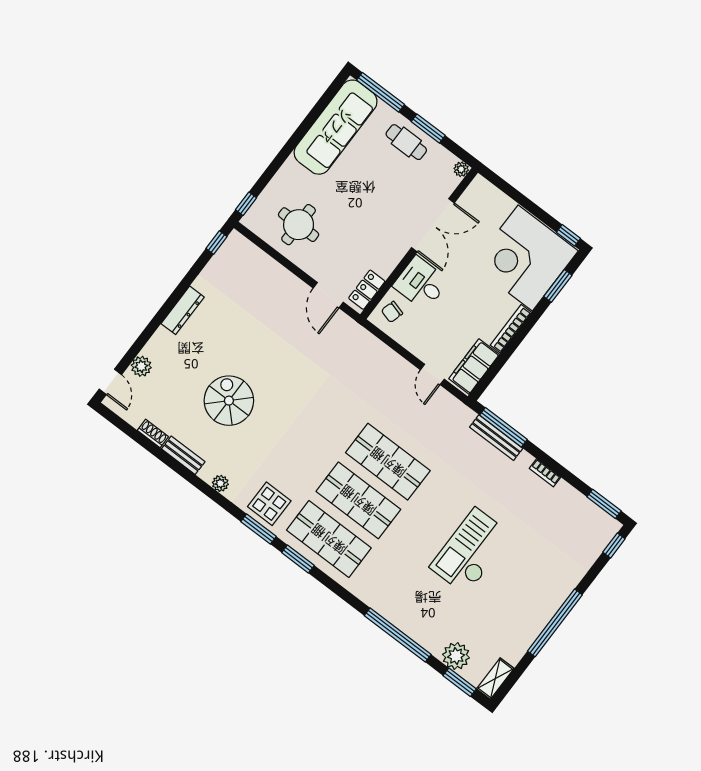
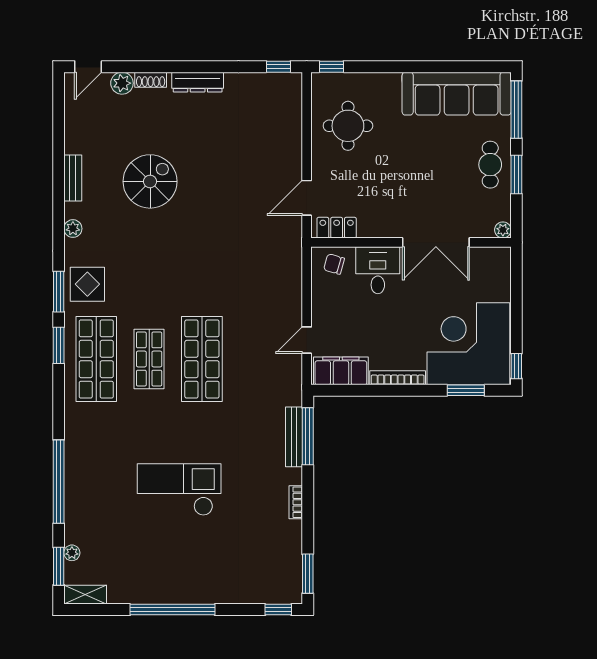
shoe rack: (153, 433) -> (151, 80), moved, turned 90
shop shelf: (358, 500) -> (149, 359), width x0.70, depth x0.74
plant: (456, 656) -> (72, 553), width x0.53, depth x0.53

